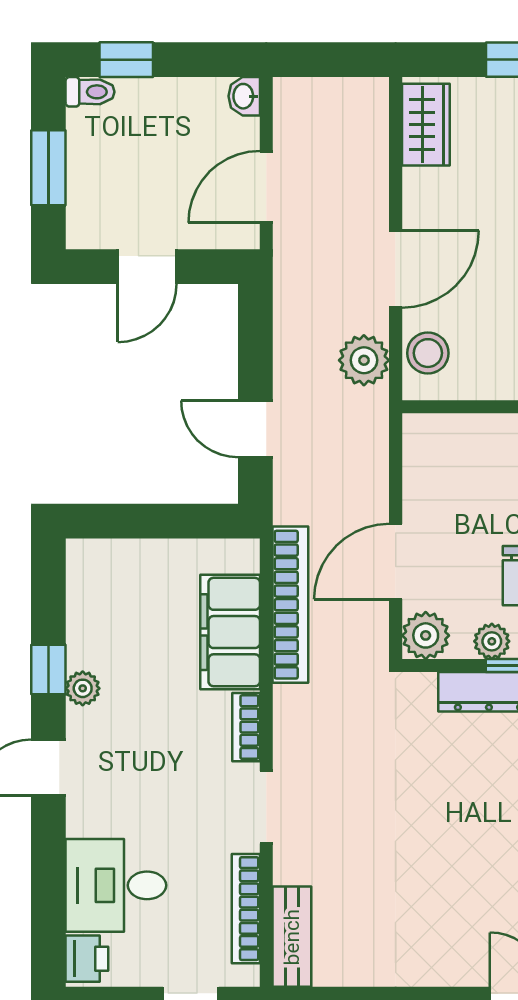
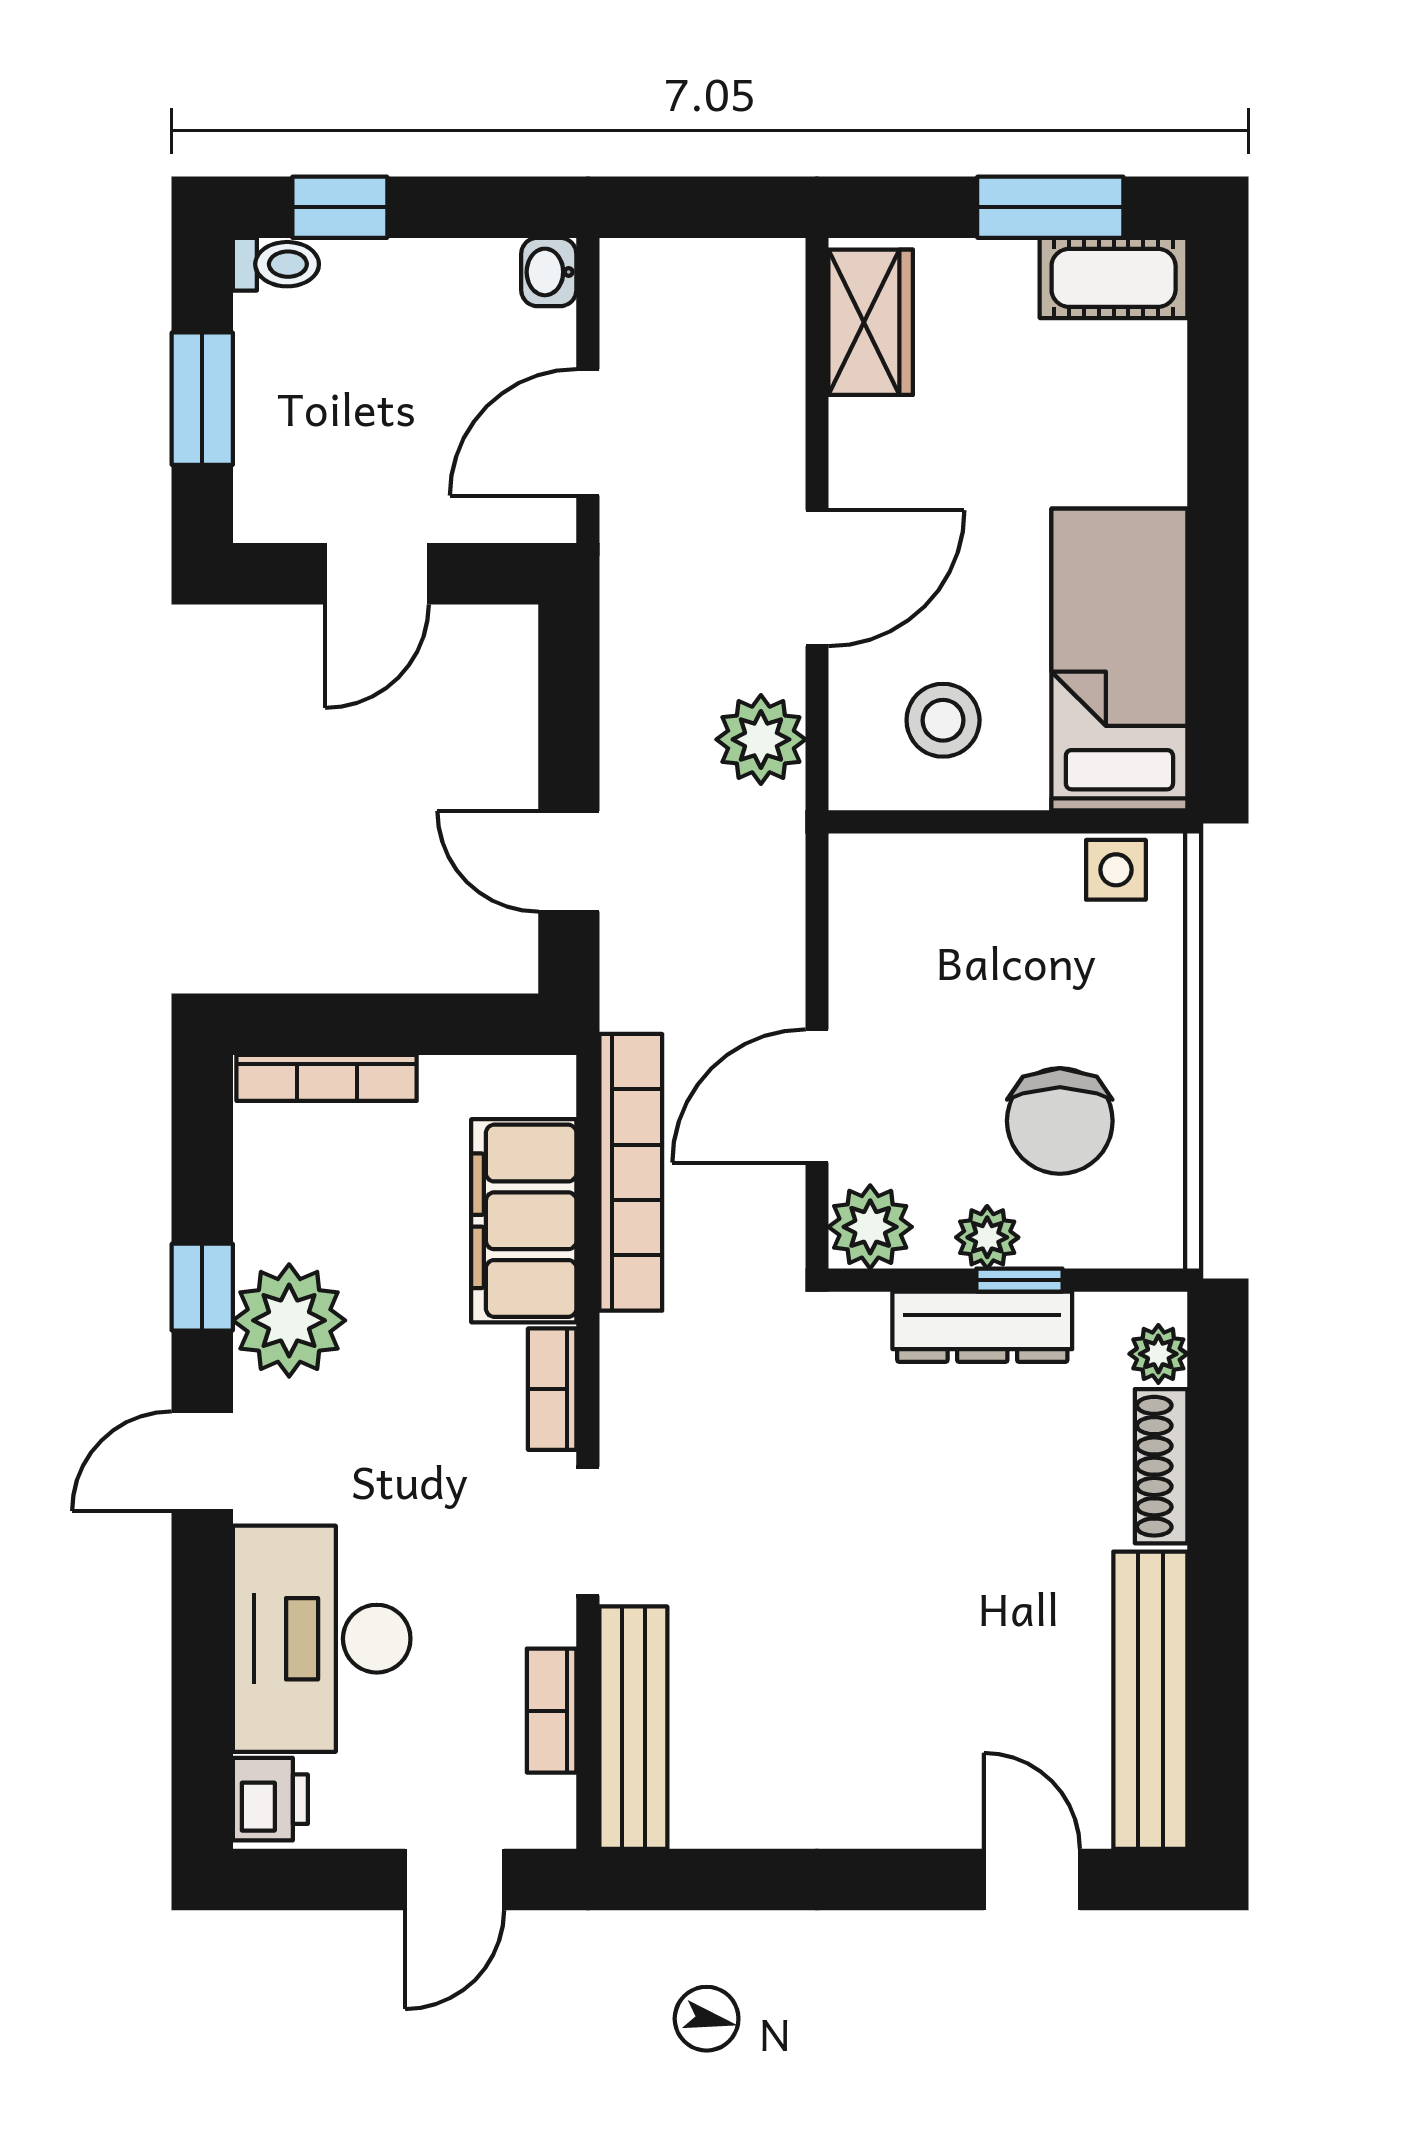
stool: (428, 353) -> (943, 720), moved
bookcase: (119, 551) -> (327, 1078), added
plant: (83, 688) -> (289, 1320), width x1.88, depth x1.88
desk: (116, 885) -> (322, 1639), width x1.37
bookcase: (246, 909) -> (552, 1711), width x0.64
bench: (292, 937) -> (633, 1728), width x1.36

